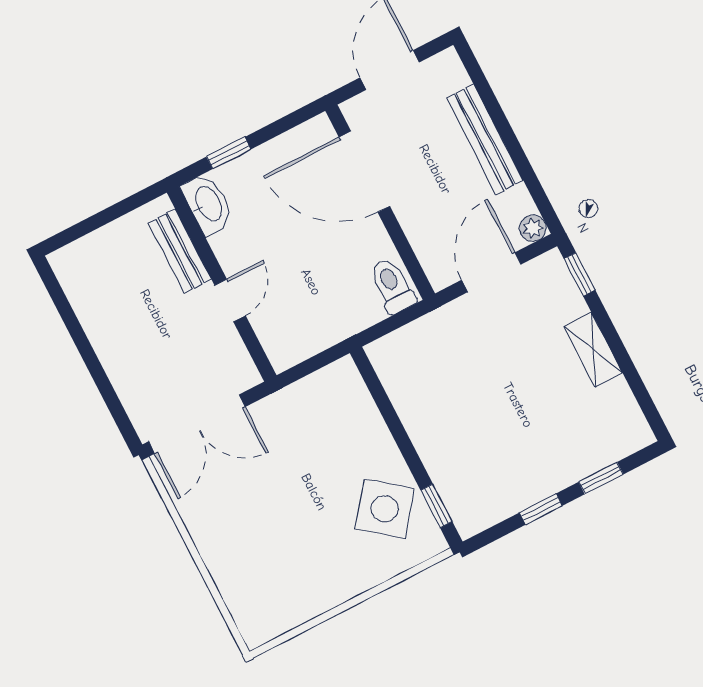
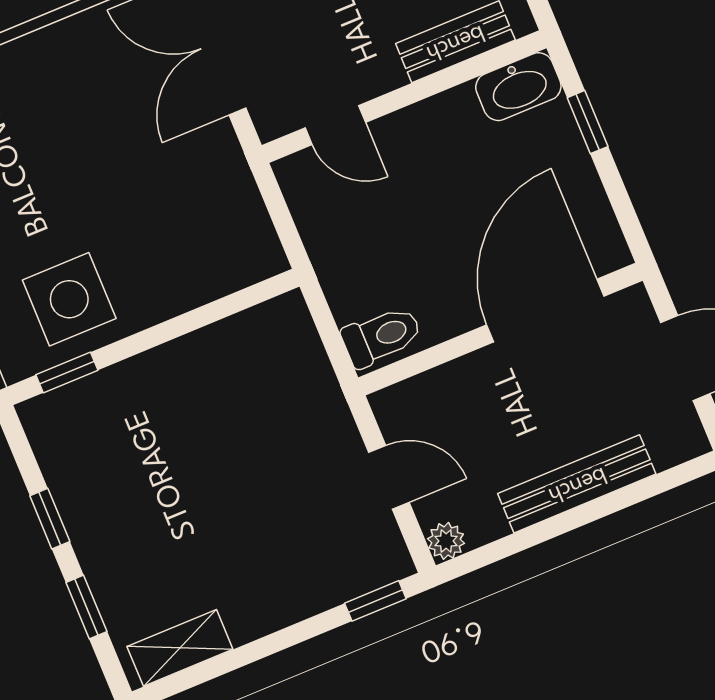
door: (491, 272) -> (389, 477), width x0.73
door: (230, 301) -> (335, 125), moved
shelving: (593, 350) -> (180, 648), moved
side table: (385, 509) -> (69, 299), turned -38

